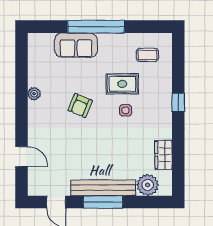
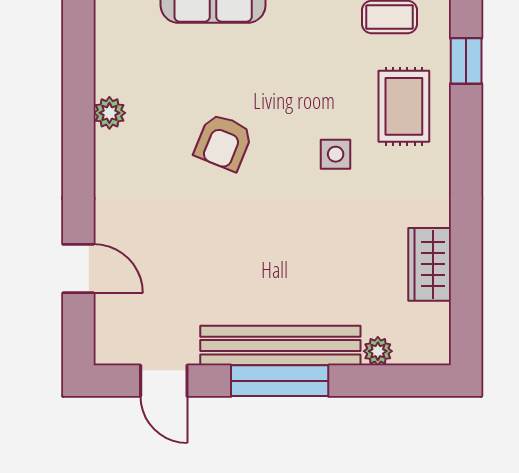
rug: (122, 84) -> (404, 106), moved, turned 90
window: (178, 102) -> (466, 61), moved
plant: (148, 185) -> (378, 351), width x0.53, depth x0.53

